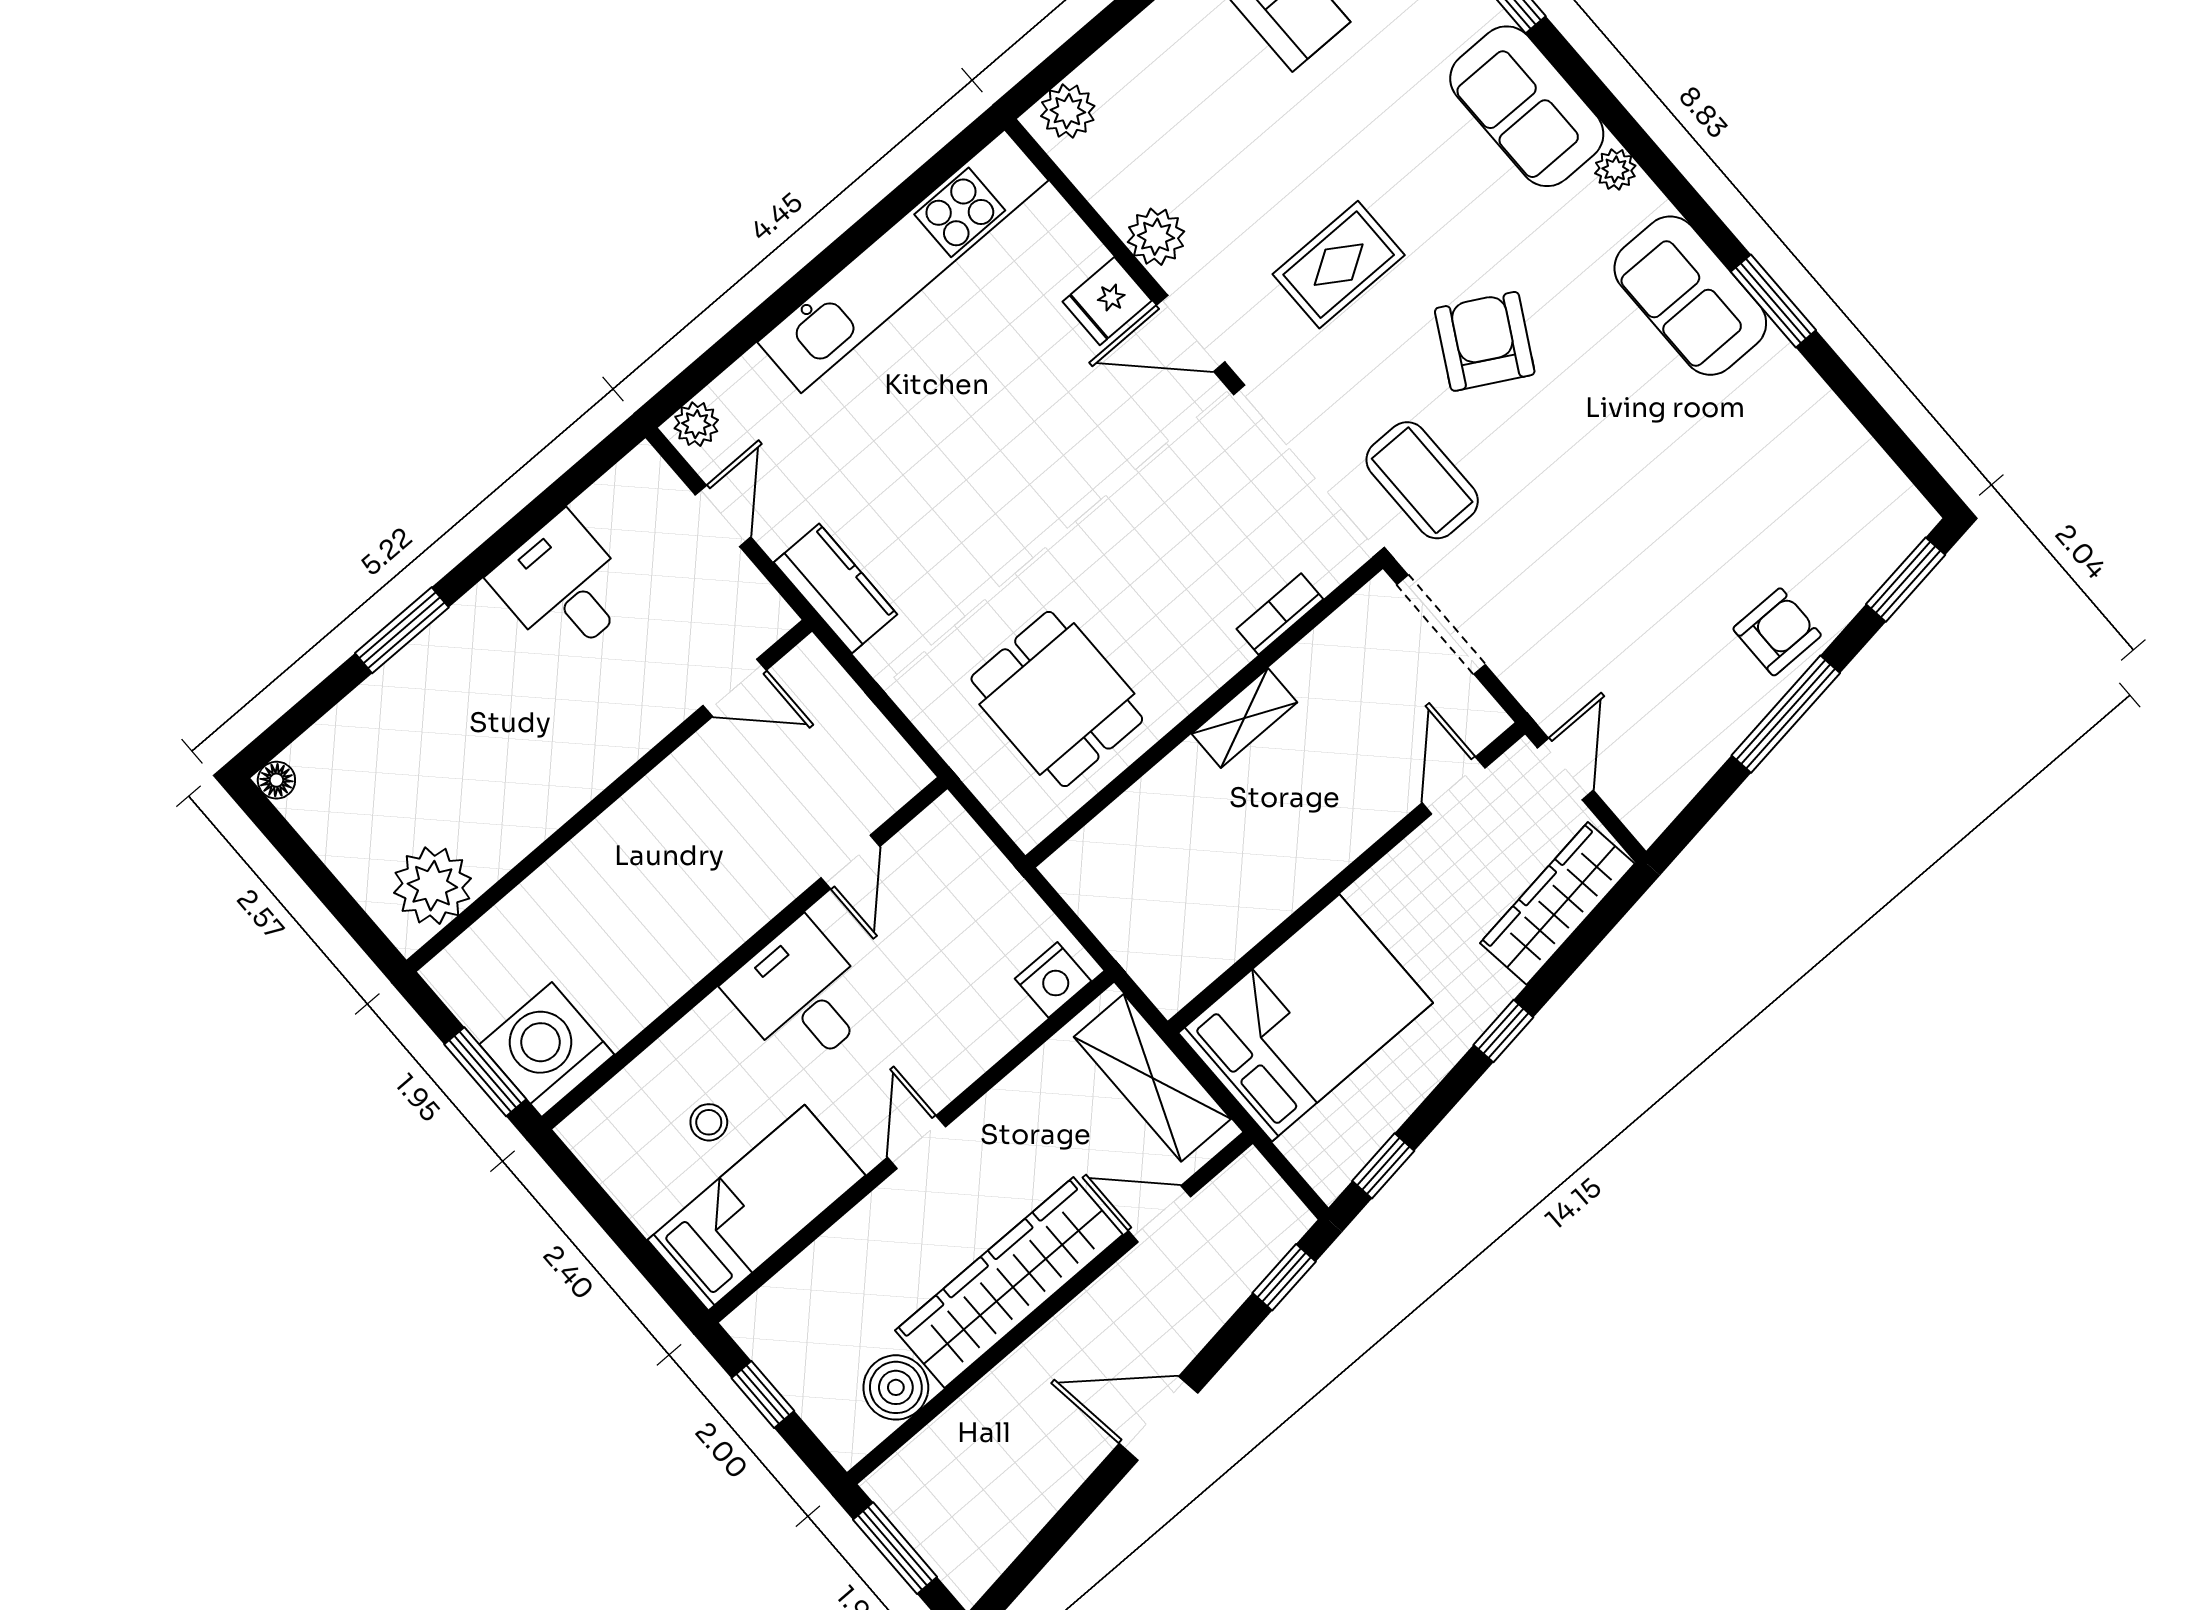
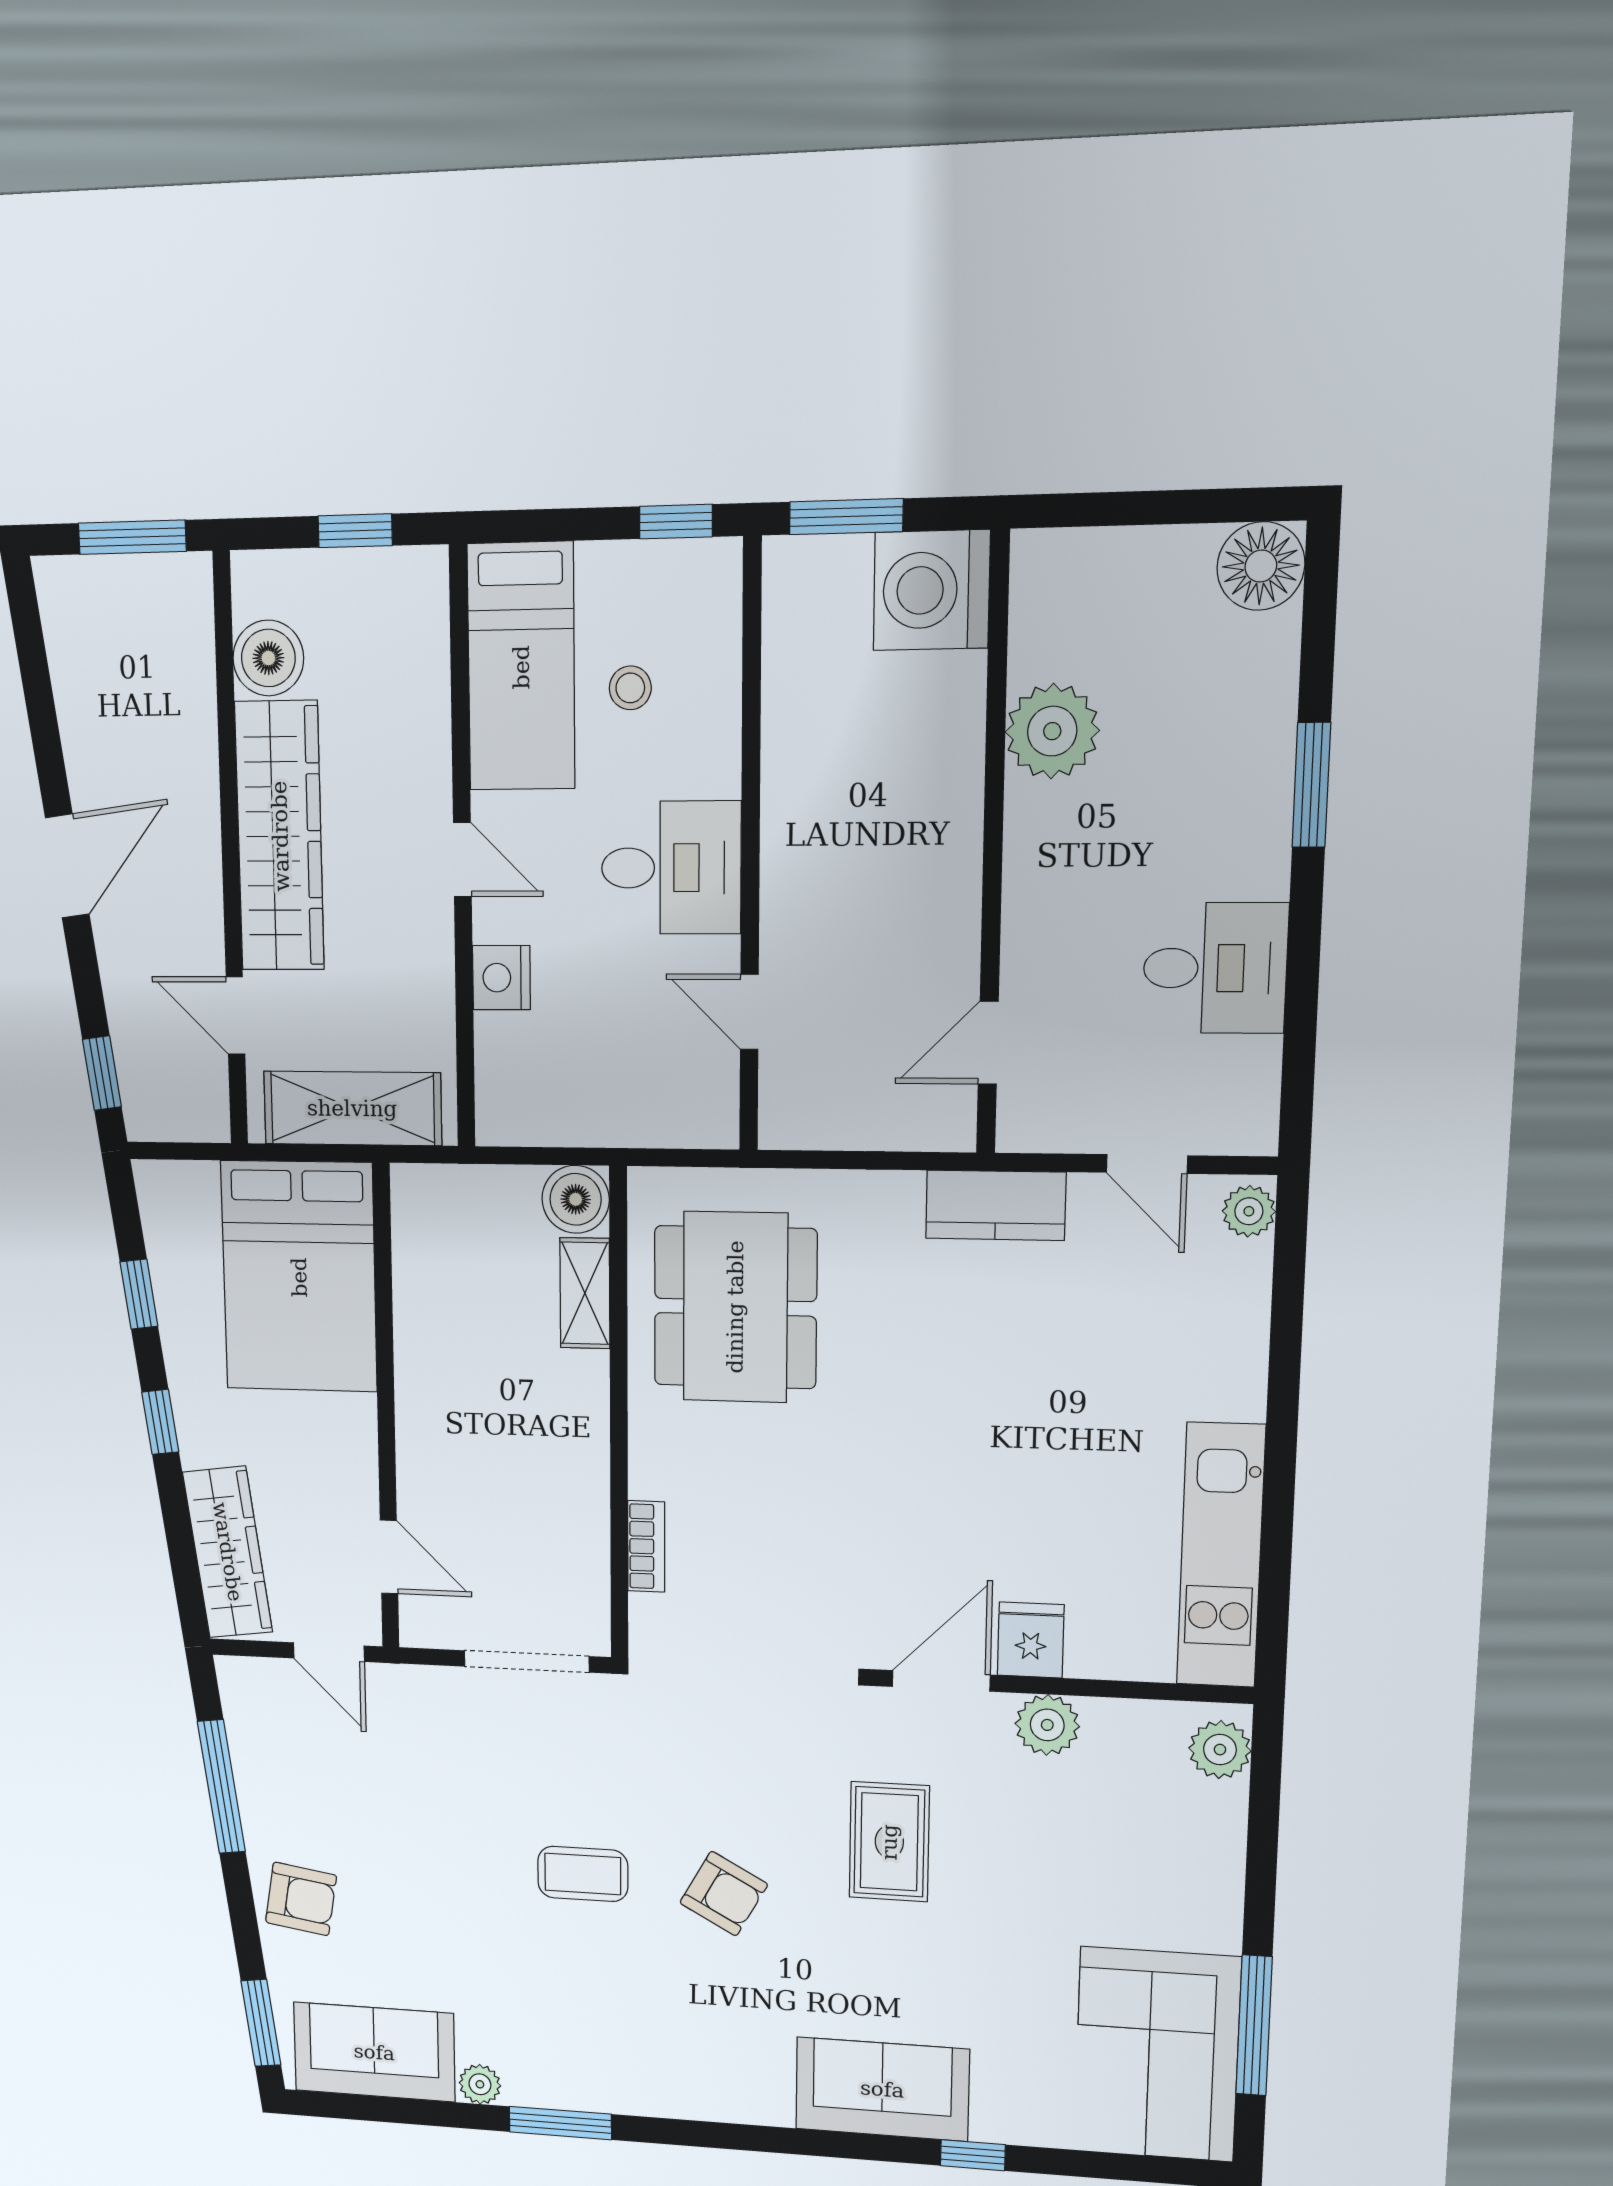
plant: (1615, 169) -> (480, 2084), moved
kitchen unit: (903, 261) -> (1221, 1555), width x0.73
sofa: (1690, 296) -> (374, 2052), moved
armchair: (1485, 341) -> (724, 1894), width x0.72, depth x0.72
coffee table: (1422, 480) -> (583, 1874), moved, width x0.73, depth x0.77
armchair: (1777, 632) -> (301, 1899), turned -81
dining table: (1057, 699) -> (735, 1307), width x1.38
window: (1786, 714) -> (221, 1787), moved
shelving: (1244, 718) -> (585, 1293), moved
floor lamp: (276, 780) -> (1261, 566), width x1.89, depth x1.89
boiler: (1079, 871) -> (576, 1199), added
plant: (432, 886) -> (1052, 731), moved
nightstand: (1053, 980) -> (501, 978), moved
washing machine: (547, 1049) -> (932, 590), moved, turned 180
window: (1383, 1166) -> (139, 1294), moved
window: (579, 1181) -> (676, 522), added
door: (1159, 1214) -> (235, 1015), swing flipped

